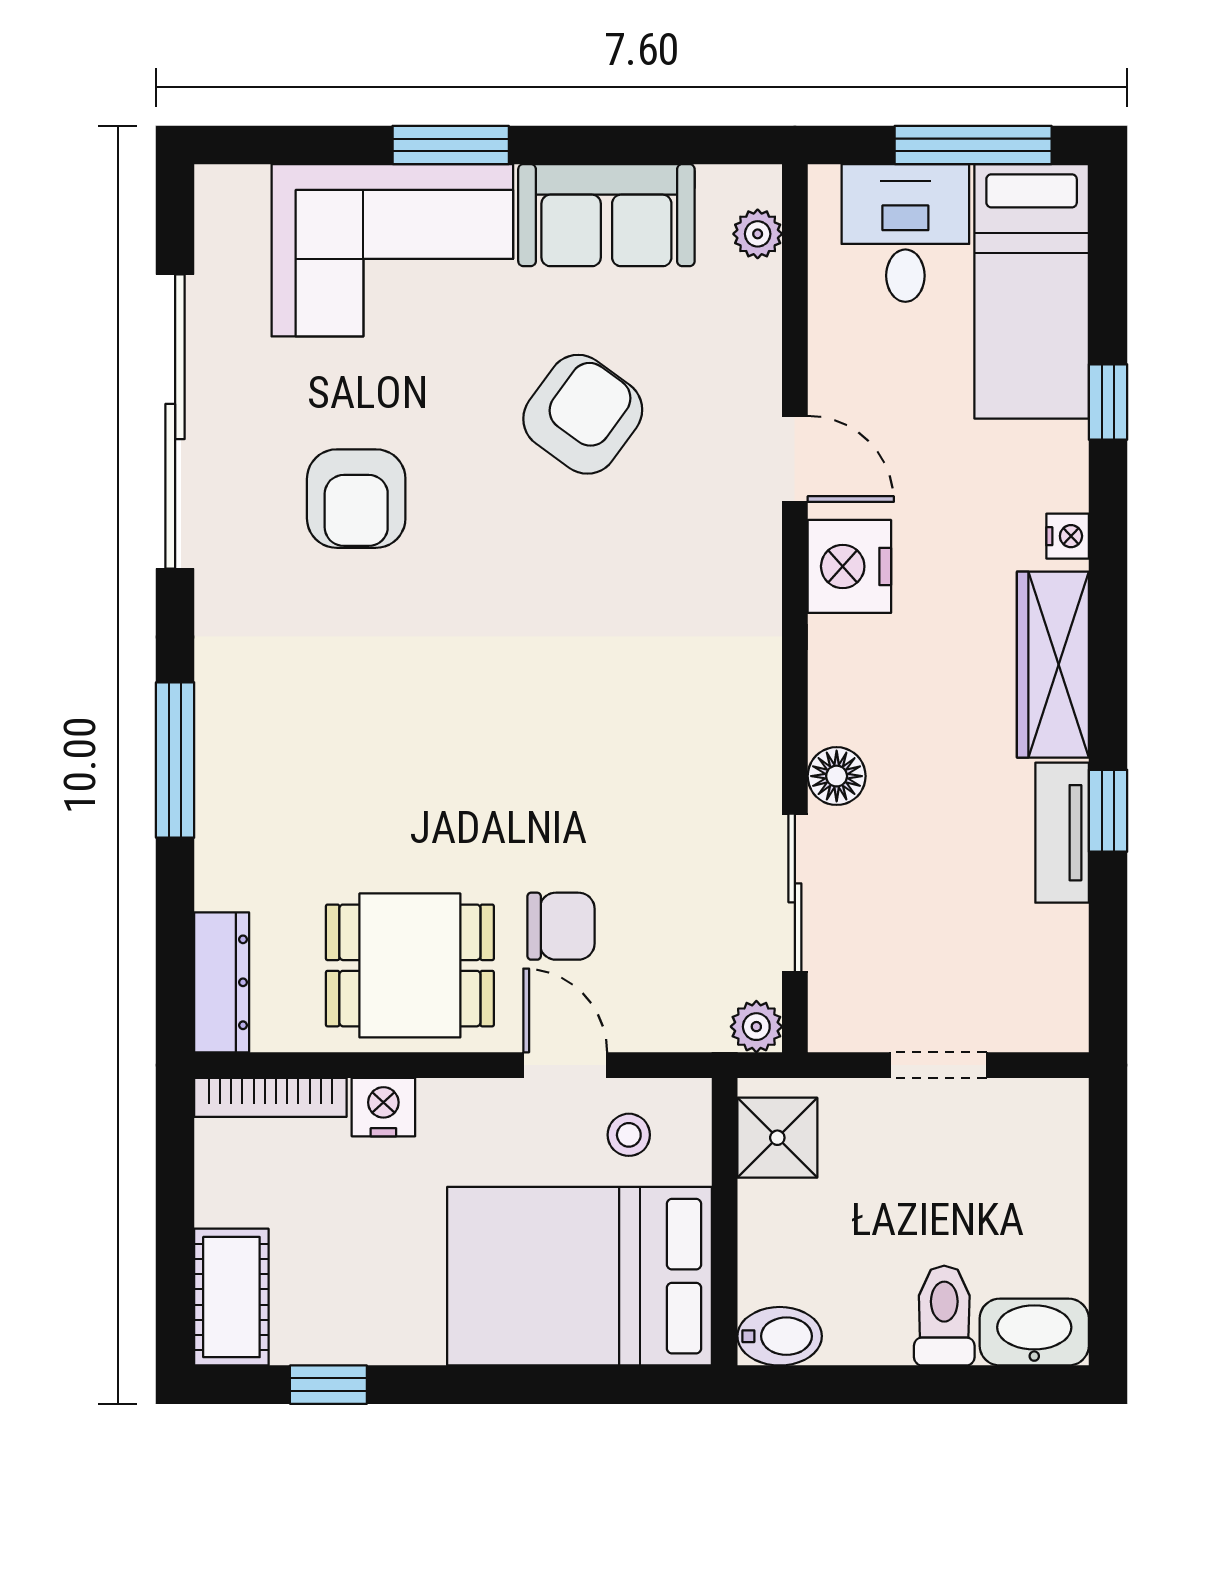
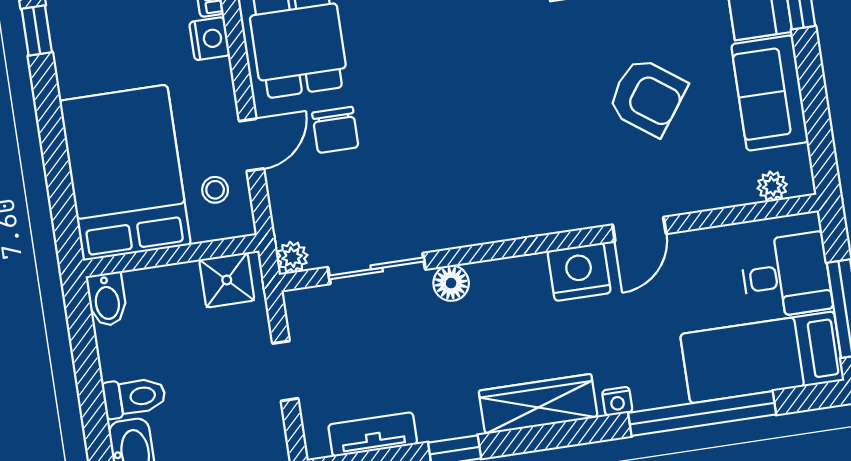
window: (1108, 402) -> (702, 414), width x3.17
tv unit: (1062, 833) -> (373, 434), moved

